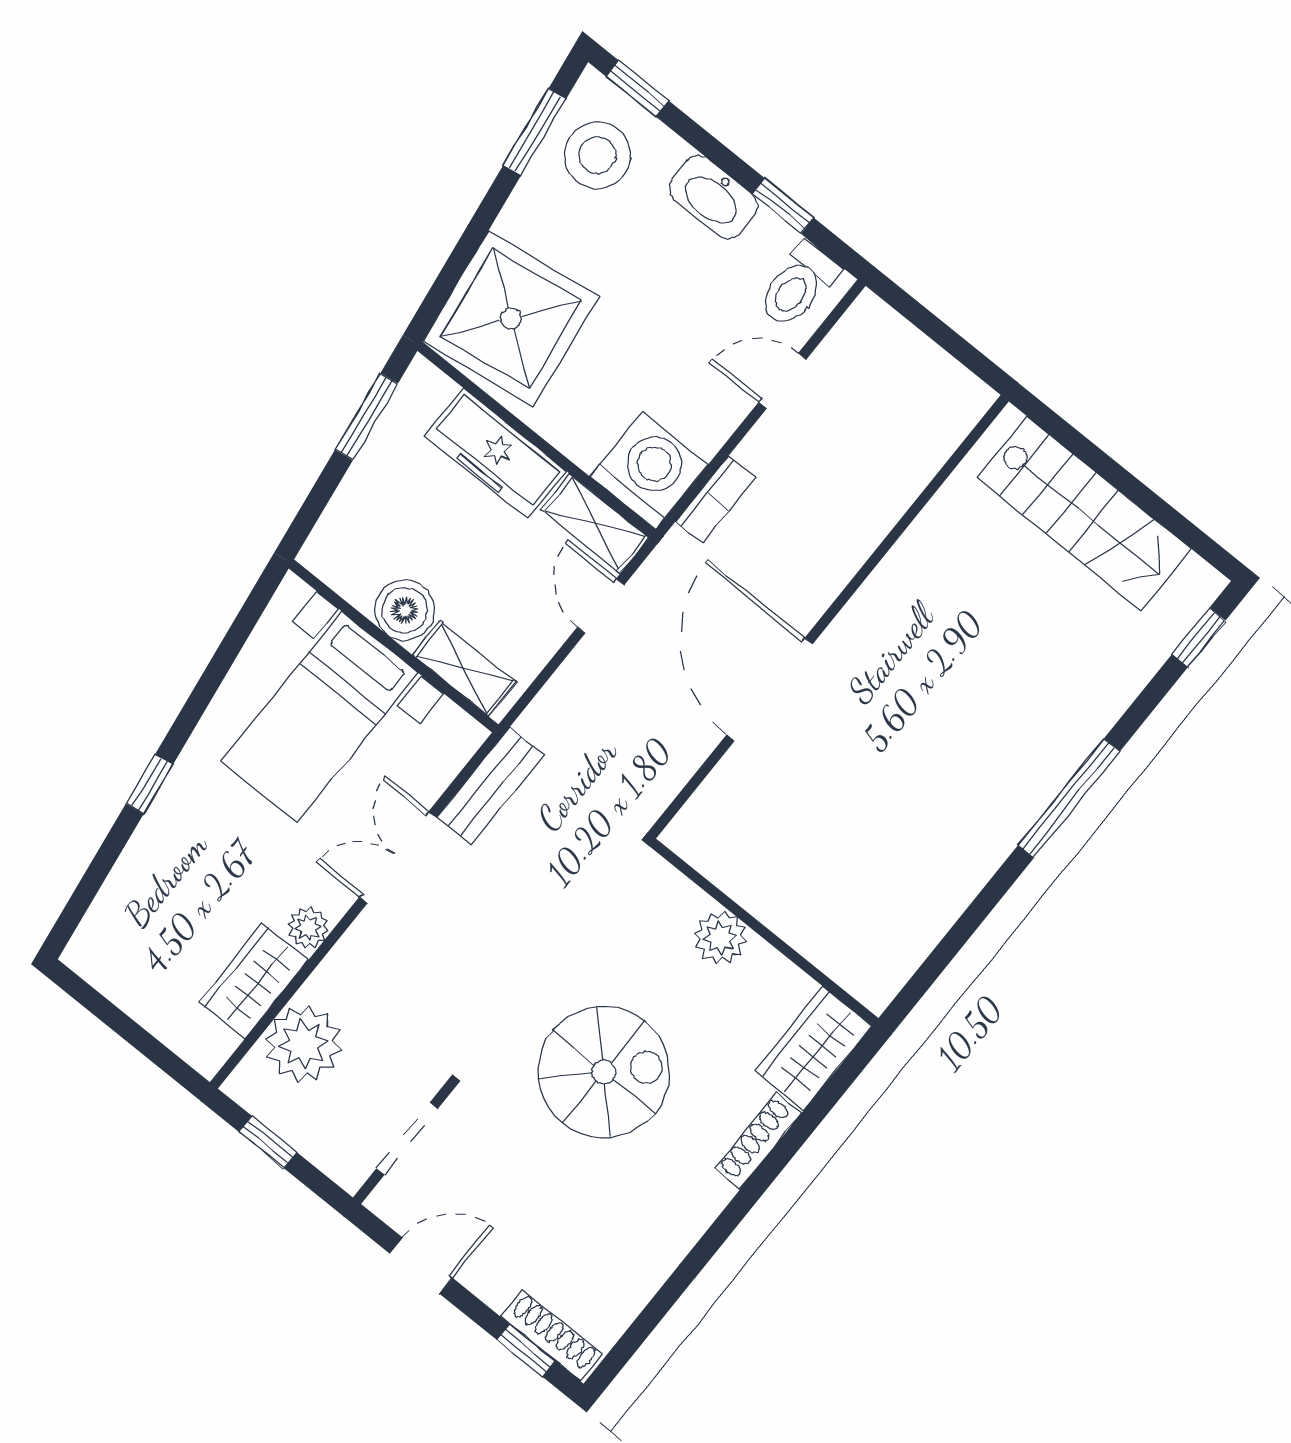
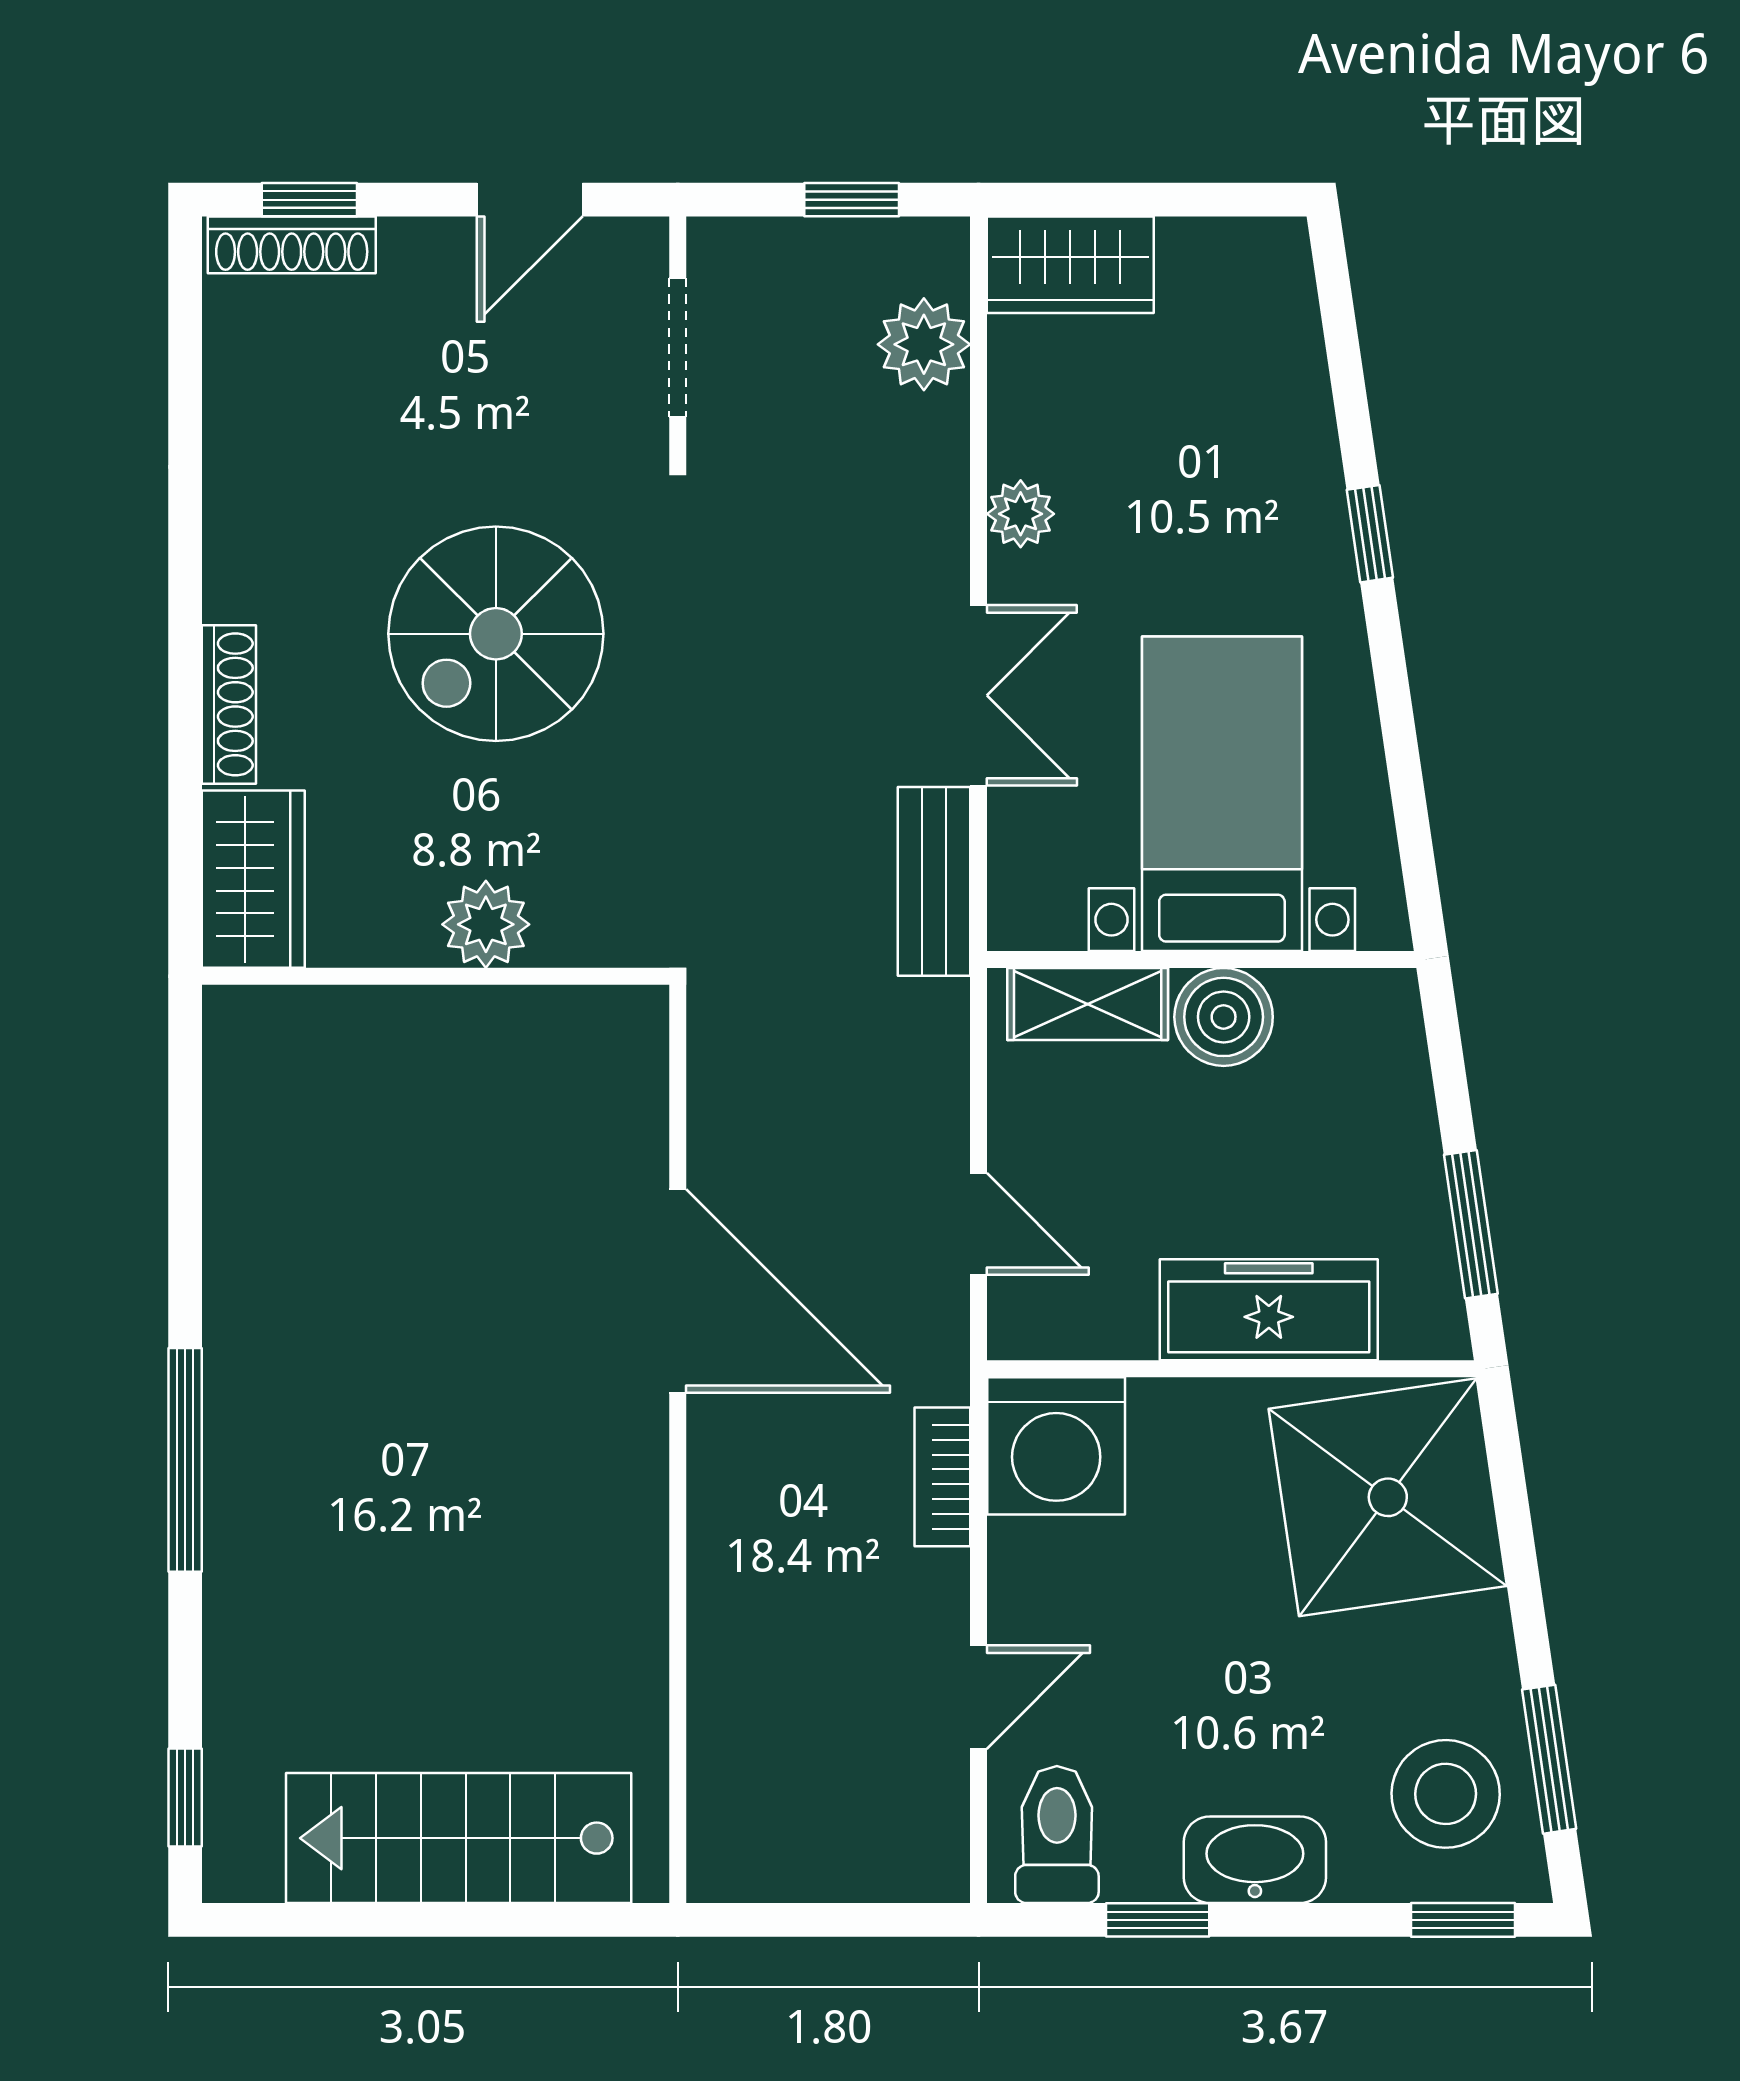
shelving: (595, 524) -> (1070, 1323), removed
wardrobe: (254, 981) -> (1070, 265), moved, turned 90
plant: (303, 1044) -> (924, 344), width x0.73, depth x0.73

